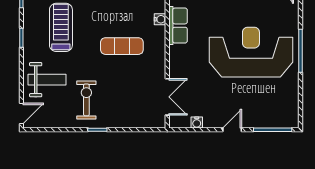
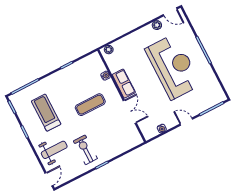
row of seats: (178, 26) -> (124, 84), moved
reception desk: (251, 52) -> (173, 67), turned 90
double door: (167, 97) -> (130, 112), moved
door: (232, 130) -> (186, 122), hinge flipped

